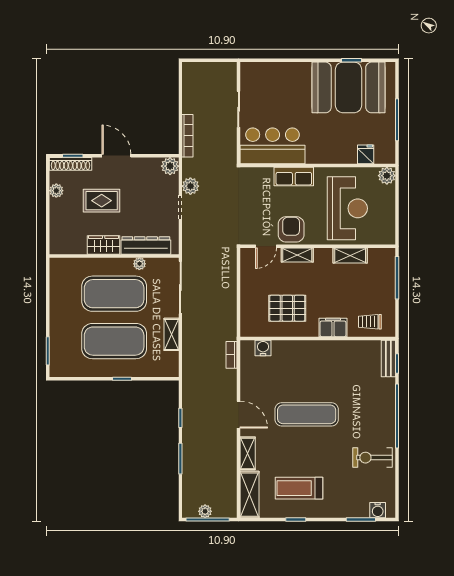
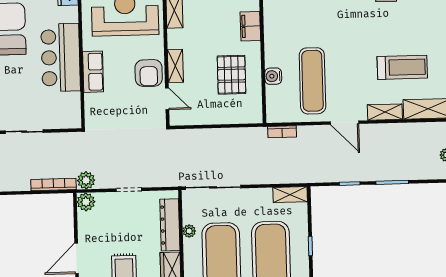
bar counter: (273, 146) -> (61, 58), moved
plant: (190, 186) -> (86, 180), moved
armchair: (291, 229) -> (149, 73), turned -90
shelving: (171, 334) -> (290, 195), moved
water cooler: (263, 348) -> (273, 76), moved
exercise mat: (307, 414) -> (312, 81), moved
door: (239, 415) -> (344, 123), swing flipped
treadmill: (299, 488) -> (402, 67), moved, turned -90

